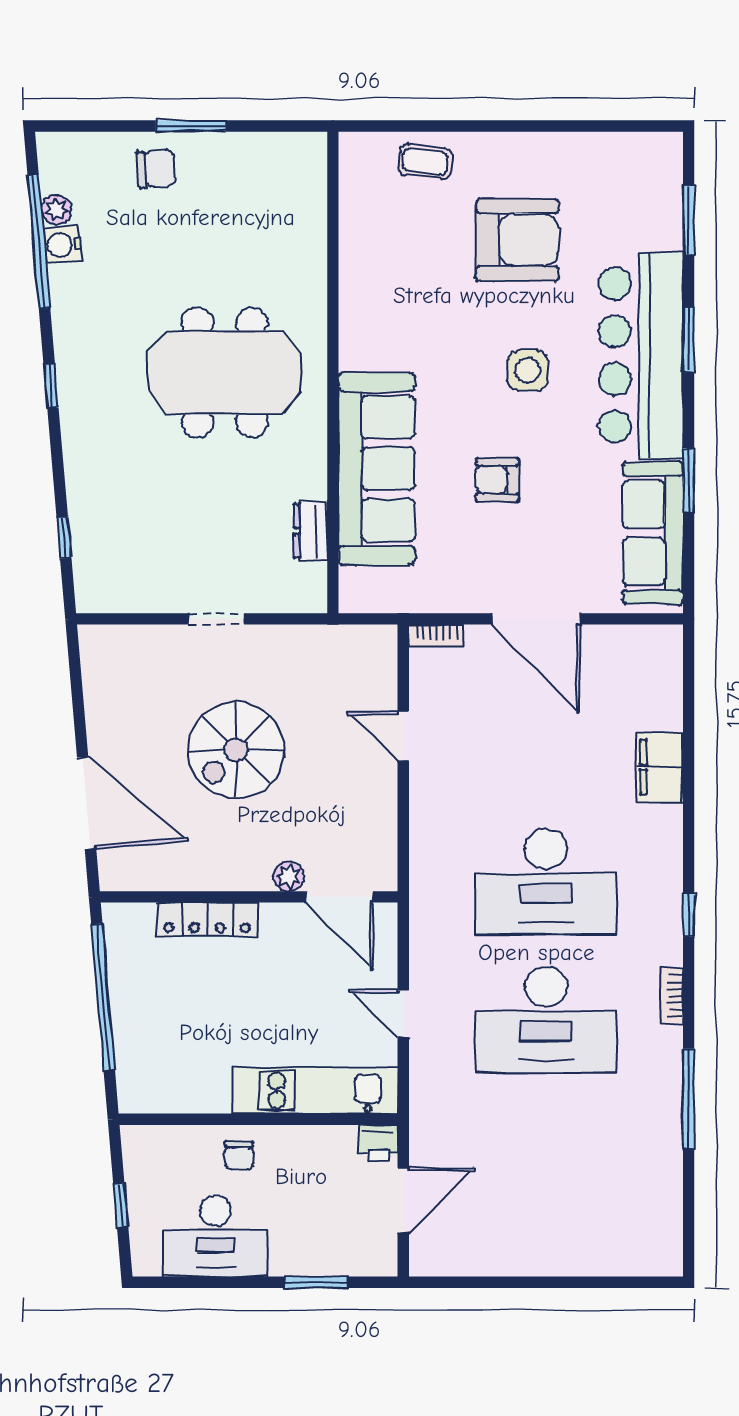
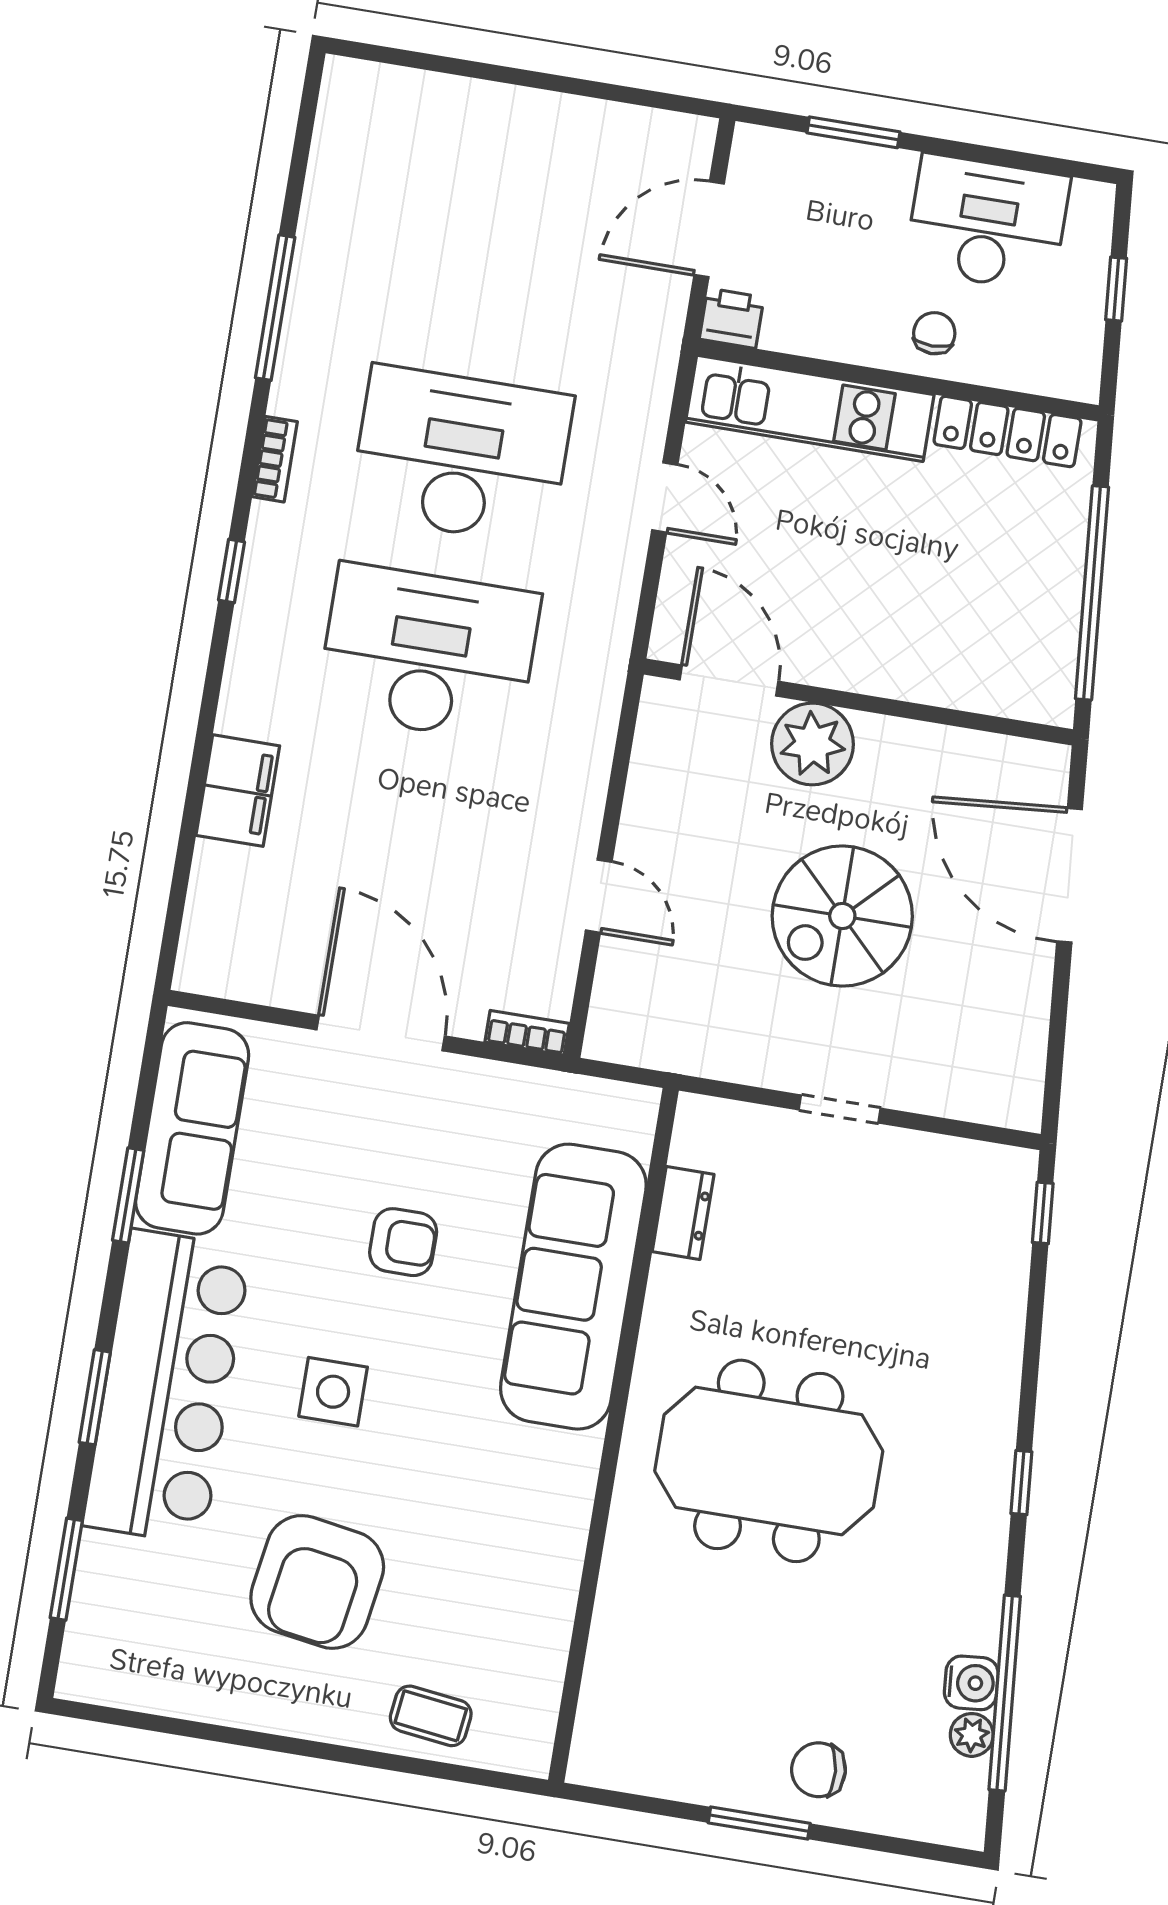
armchair: (517, 240) -> (317, 1582), turned -81
window: (64, 538) -> (1043, 1213), moved
spiral stairs: (236, 750) -> (842, 916), turned 180
plant: (289, 876) -> (812, 744), width x1.88, depth x1.88
locker: (207, 919) -> (1007, 432), moved, turned 180

